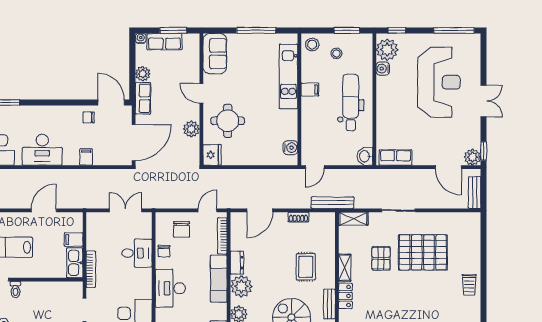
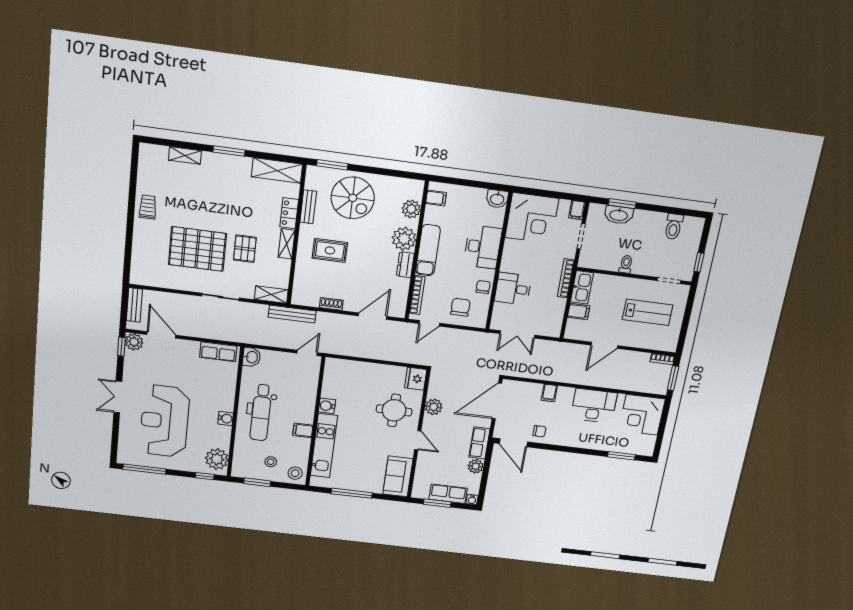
water cooler: (383, 69) -> (226, 418), moved
water cooler: (290, 148) -> (327, 406), moved
rug: (306, 267) -> (330, 250), turned 90
toilet: (16, 290) -> (626, 264), moved

